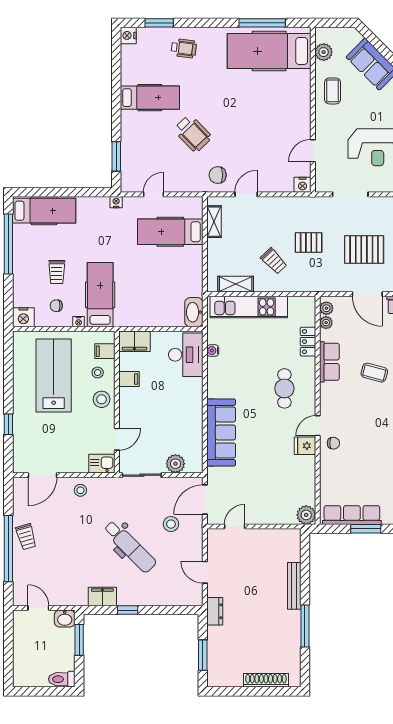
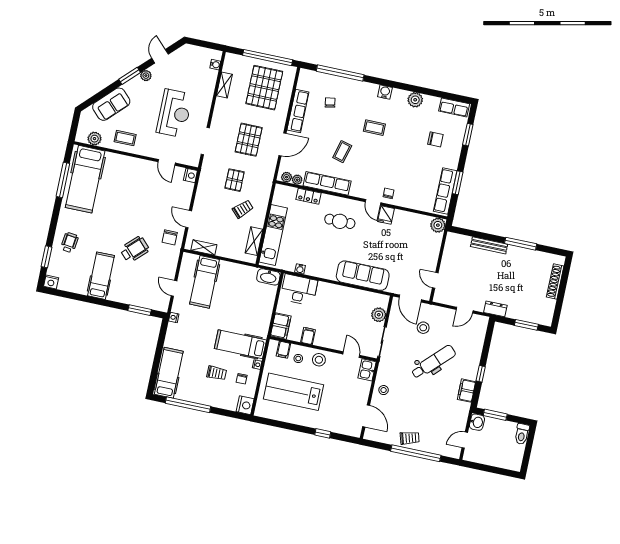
row of seats: (329, 362) -> (327, 183), width x1.48

